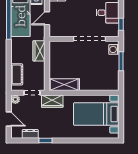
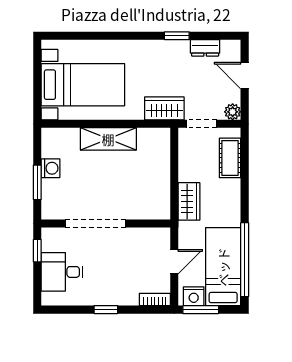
washing machine: (114, 49) -> (50, 168), moved
shelving: (64, 85) -> (108, 139), moved

